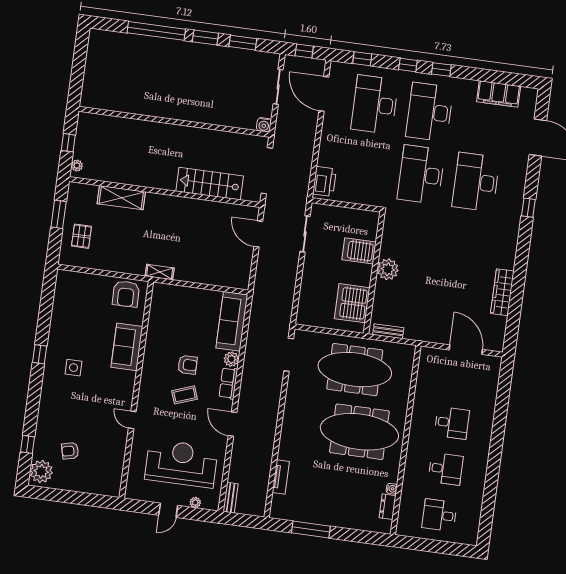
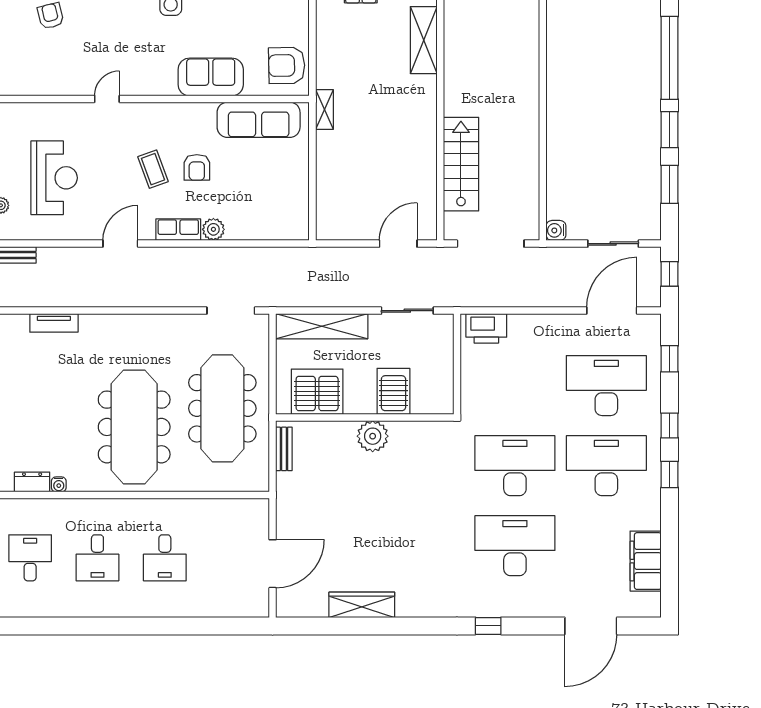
shelving: (308, 294) -> (322, 326), added
sofa: (232, 321) -> (259, 120), moved, turned 180
reception desk: (181, 463) -> (54, 178), width x0.74, depth x0.77

